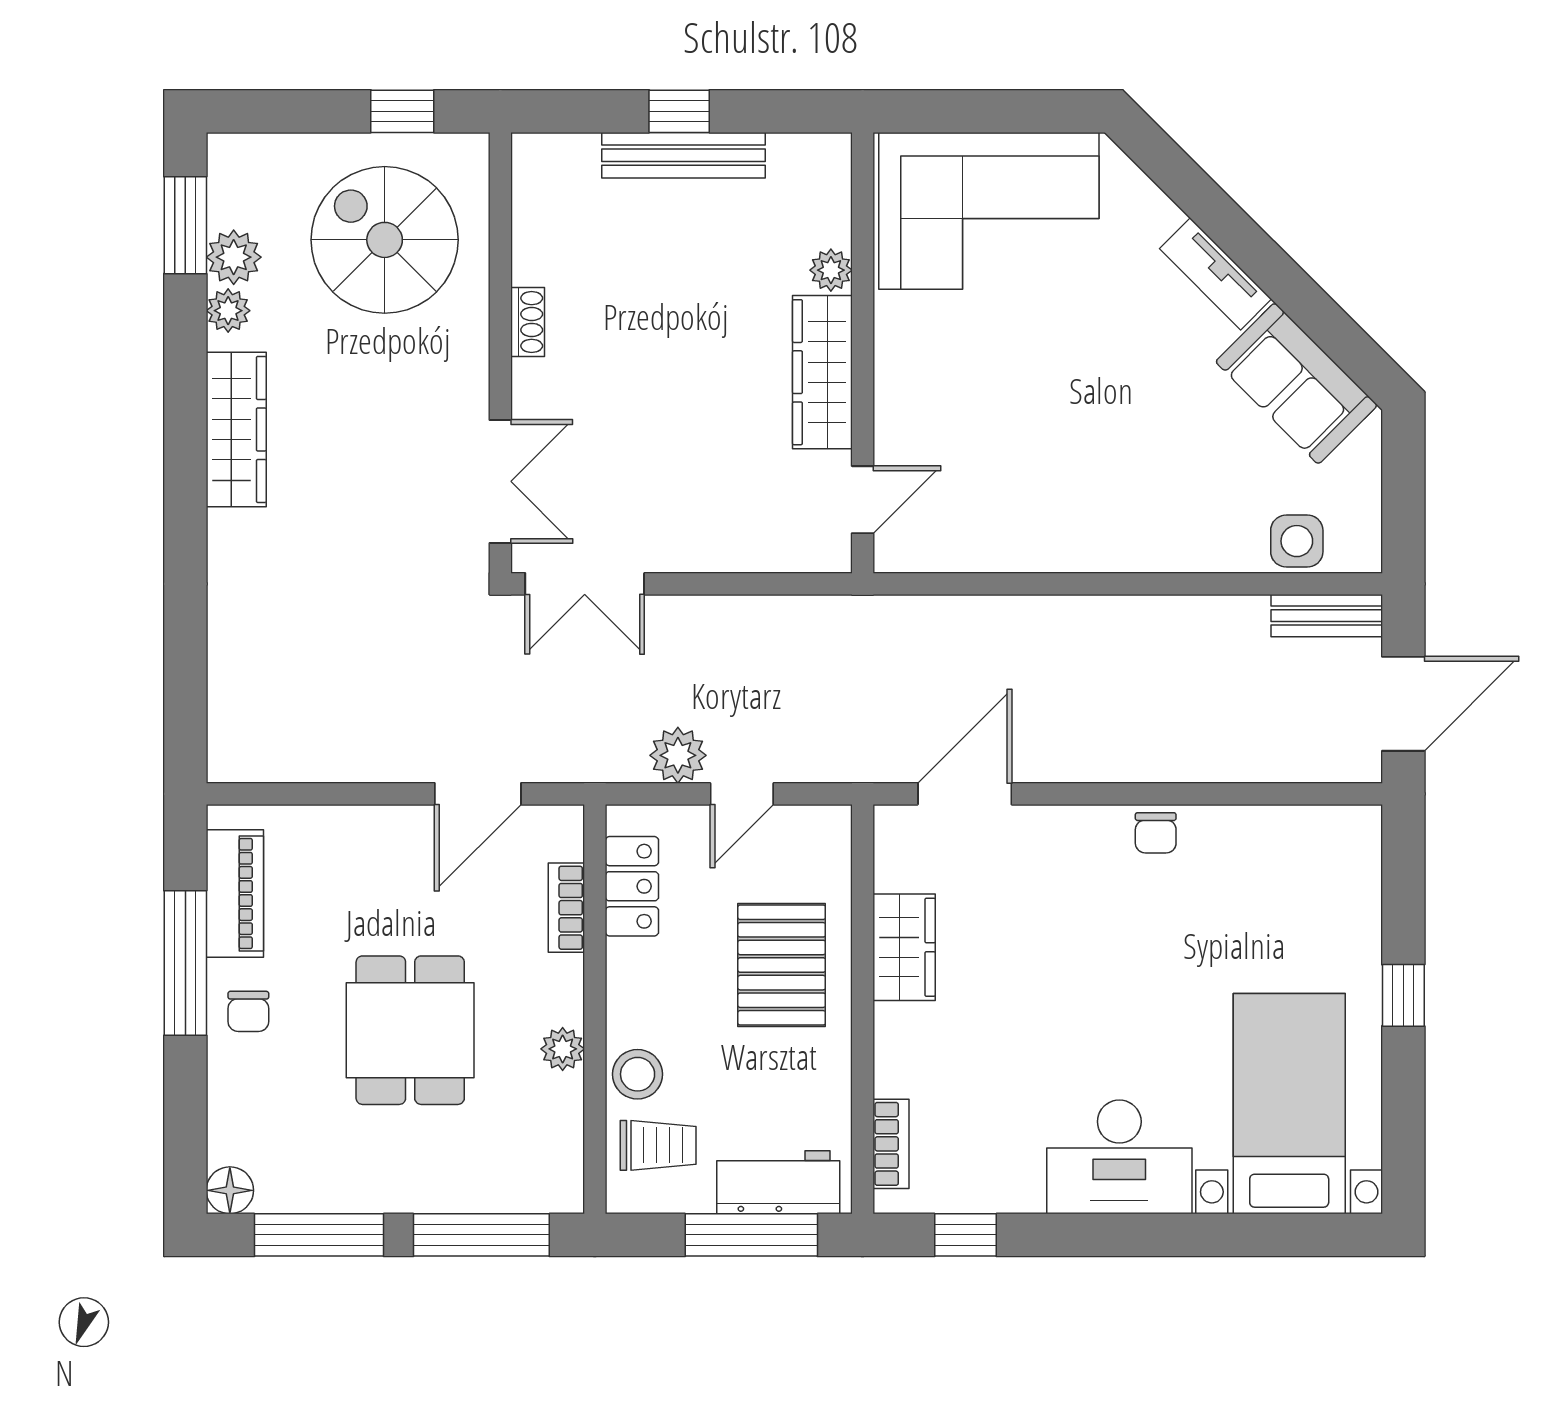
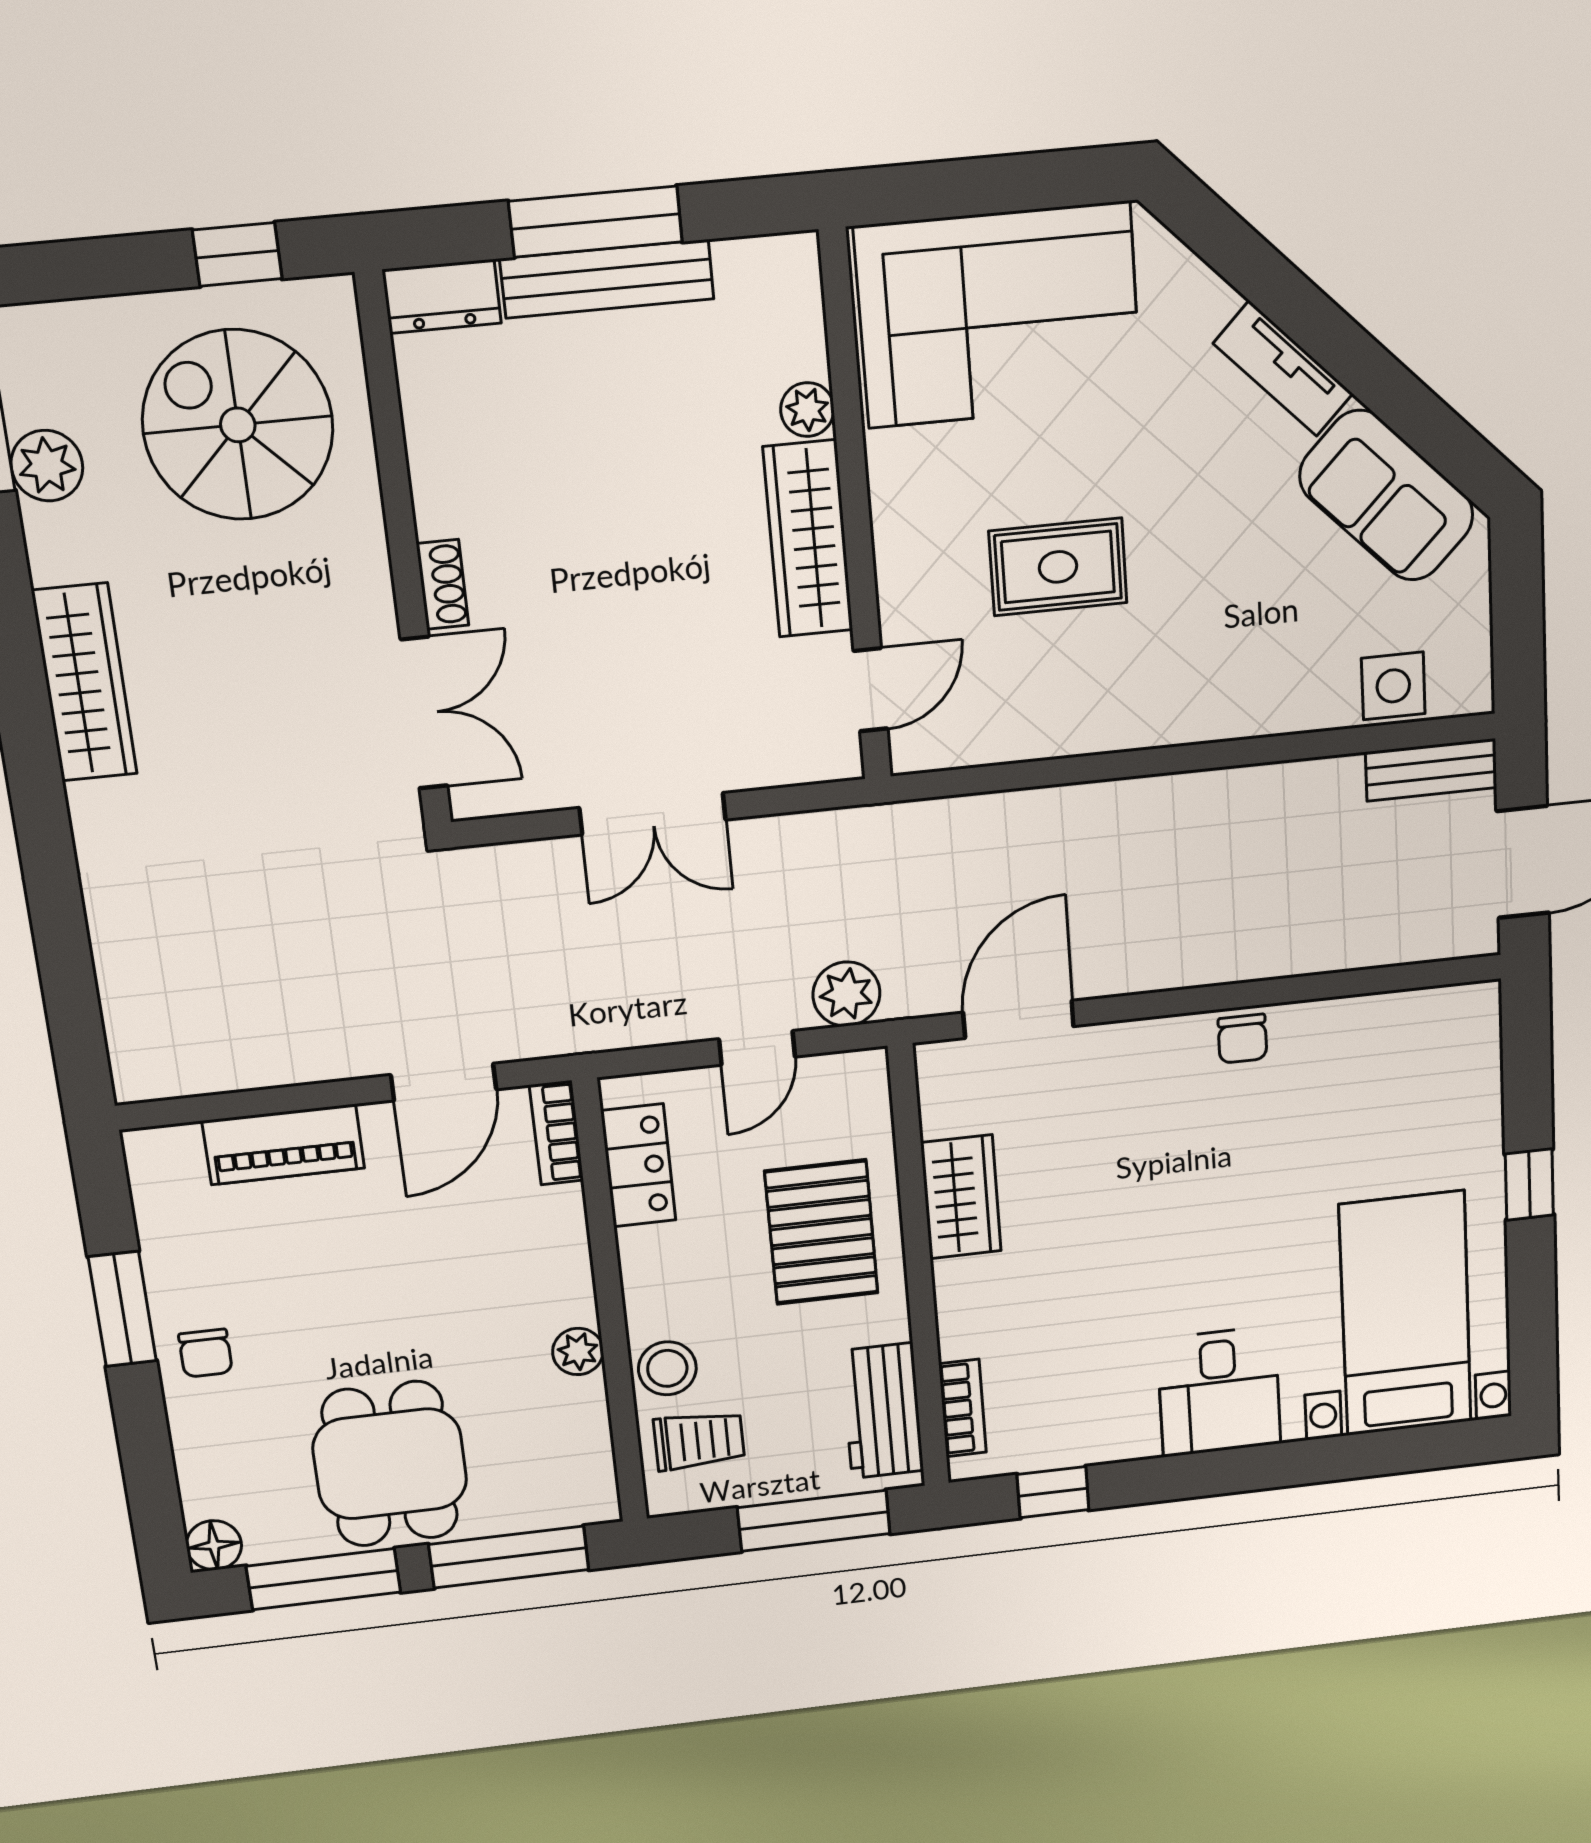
window: (679, 111) -> (596, 222), width x2.17
dresser: (554, 157) -> (442, 296), added
plant: (228, 311) -> (51, 535), removed
shoe rack: (528, 322) -> (442, 584), moved
rug: (1023, 415) -> (1058, 567), added
double door: (585, 584) -> (652, 814), moved
plant: (678, 755) -> (846, 994), moved
piano: (235, 893) -> (283, 1144), moved, turned 90
bookcase: (566, 908) -> (556, 1133), moved
window: (185, 963) -> (122, 1309), width x0.69
dining table: (410, 1030) -> (390, 1464), moved
desk: (1119, 1157) -> (1219, 1392), width x0.73
workbench: (778, 1182) -> (882, 1411), moved, turned -90

